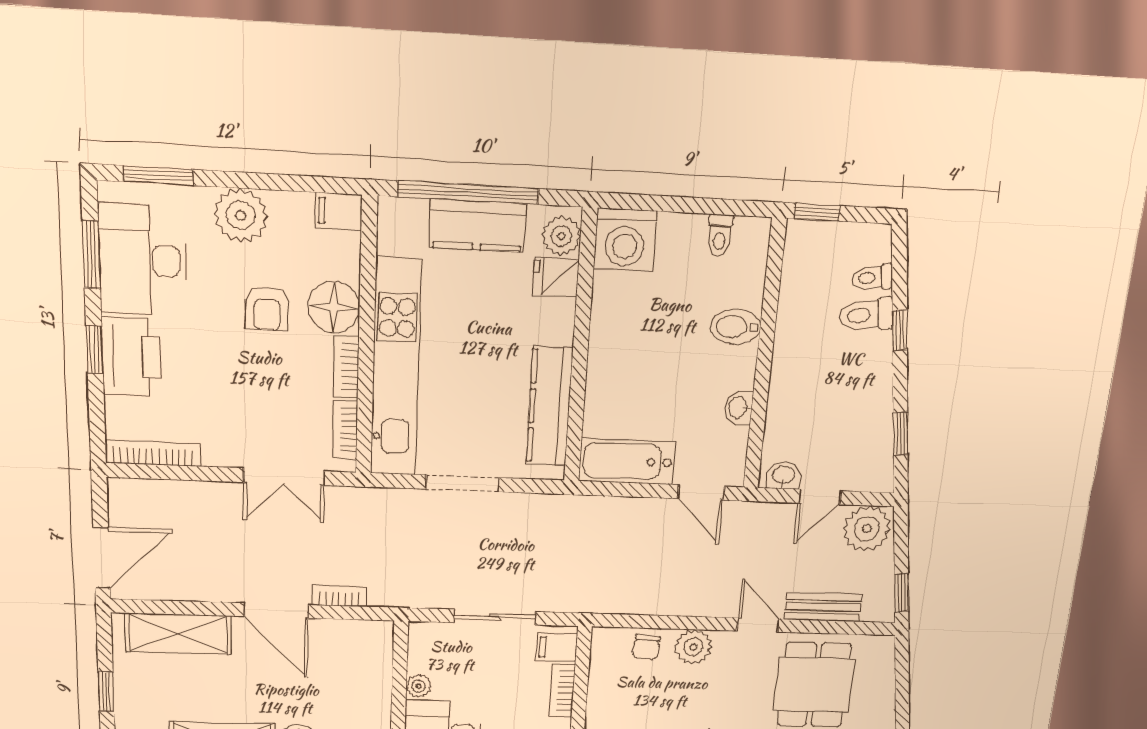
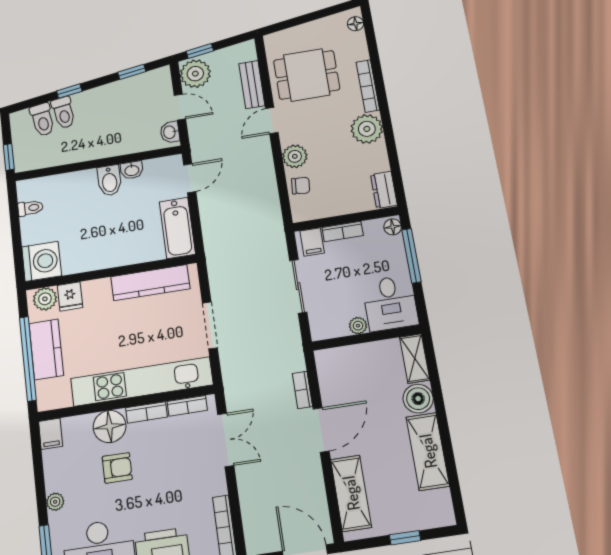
plant: (241, 215) -> (55, 502), width x0.53, depth x0.53
toilet: (872, 278) -> (42, 120), width x1.37, depth x1.39
bidet: (736, 327) -> (109, 180), moved
window: (901, 593) -> (200, 51), moved

